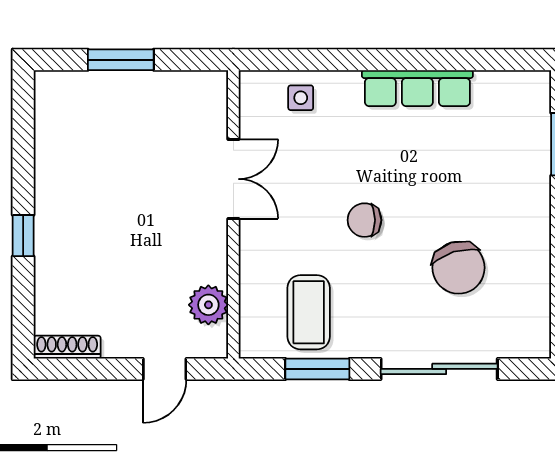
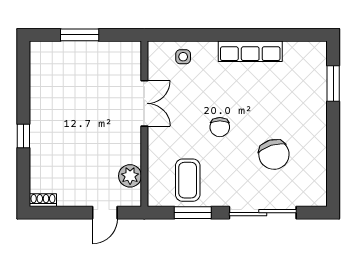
chair: (364, 220) -> (220, 127), turned -90
shoe rack: (67, 347) -> (43, 200), width x0.70

